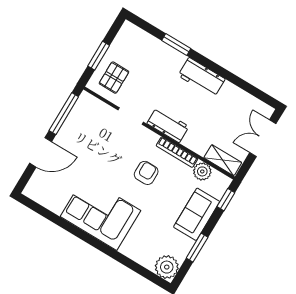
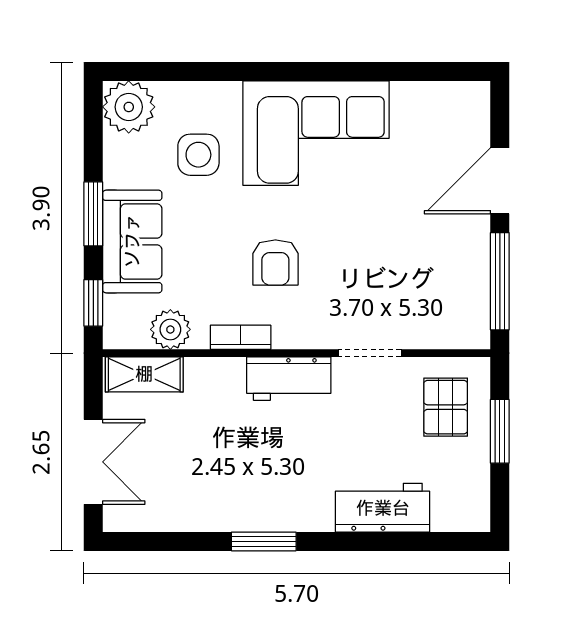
window: (176, 44) -> (264, 541), moved
workbench: (202, 77) -> (383, 508), moved
bookcase: (177, 152) -> (241, 337), width x0.64
side table: (151, 232) -> (198, 155), added
window: (197, 248) -> (93, 214), moved

